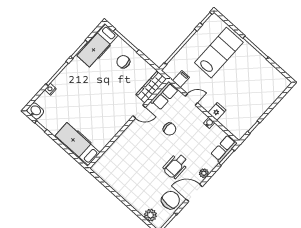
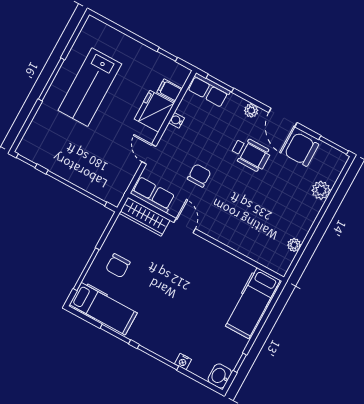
lab bench: (219, 53) -> (90, 87), moved, turned -90
filing cabinet: (181, 79) -> (170, 90), moved
fridge: (217, 111) -> (154, 111), width x1.88, depth x1.34
plant: (109, 180) -> (294, 245), added
plant: (150, 215) -> (321, 190), moved

